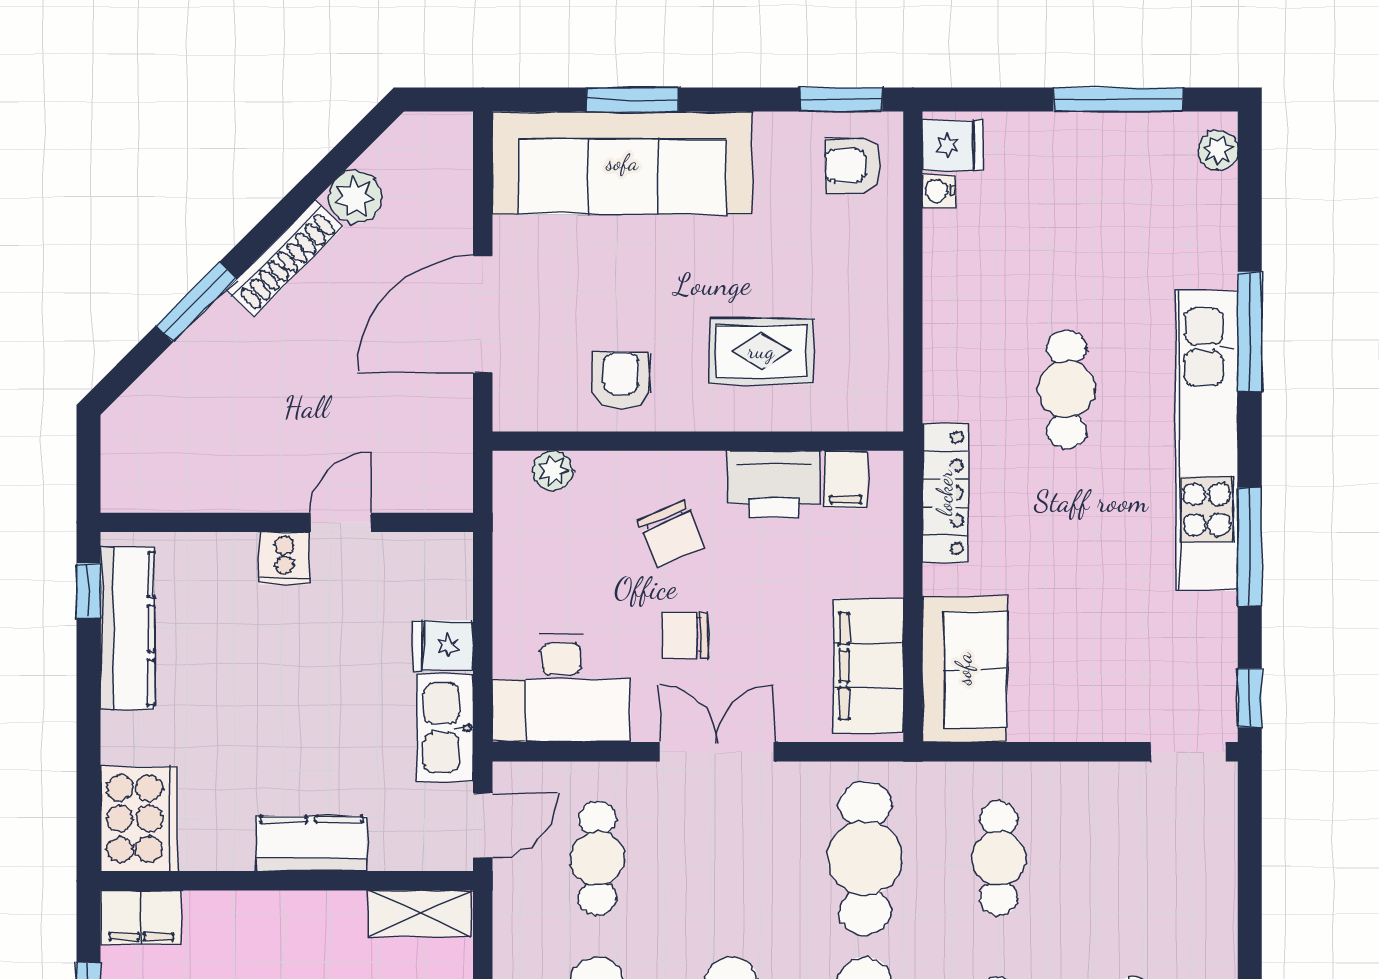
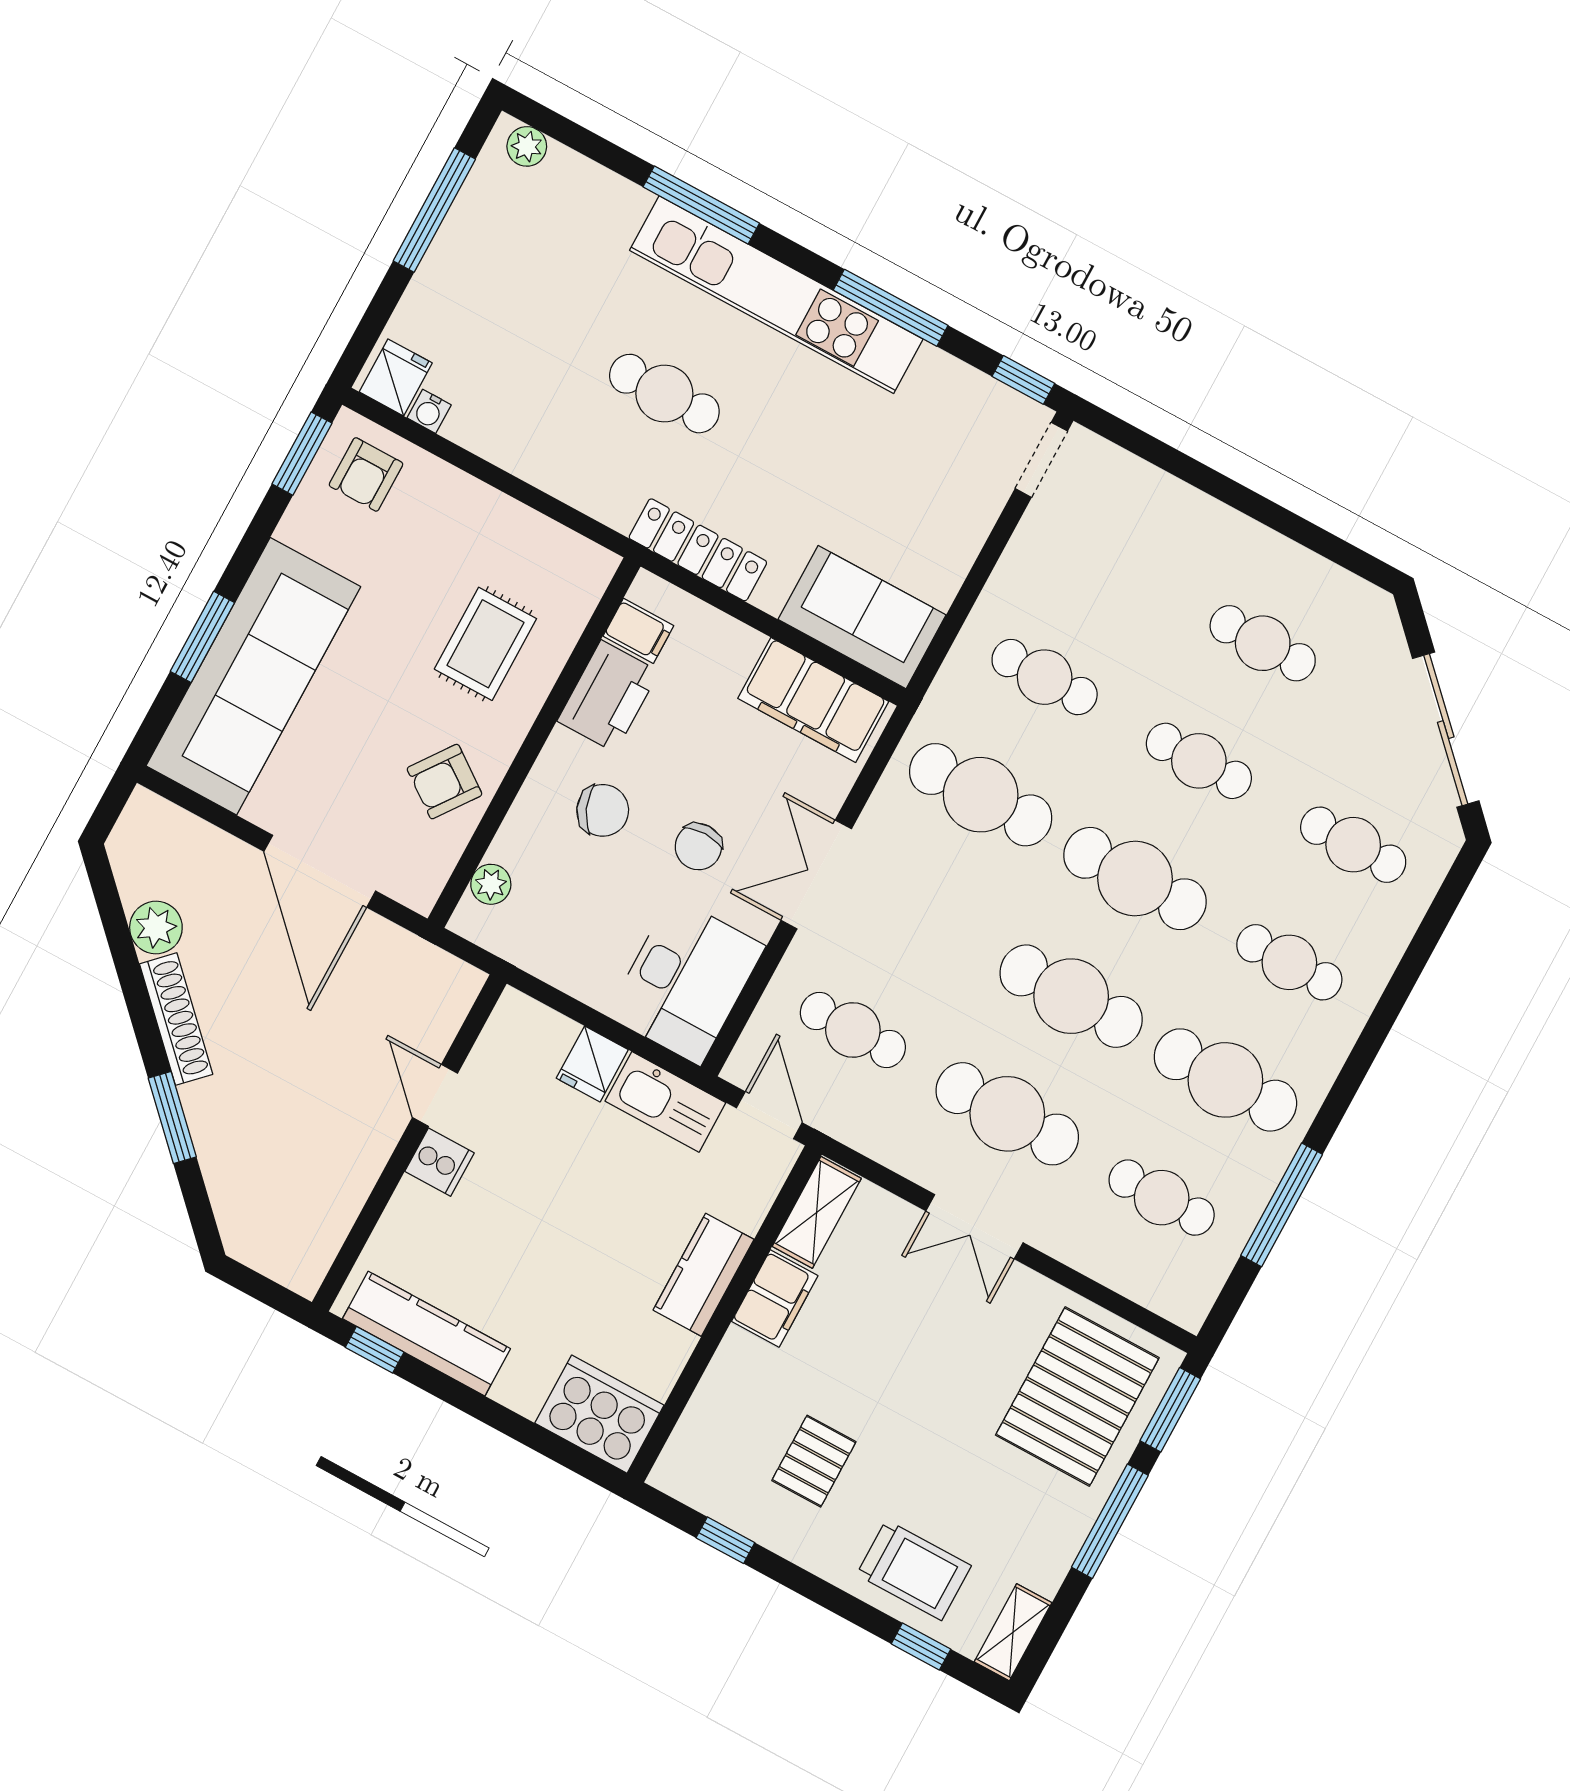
armchair: (621, 381) -> (445, 782), turned -54
filing cabinet: (141, 918) -> (775, 1299), moved

